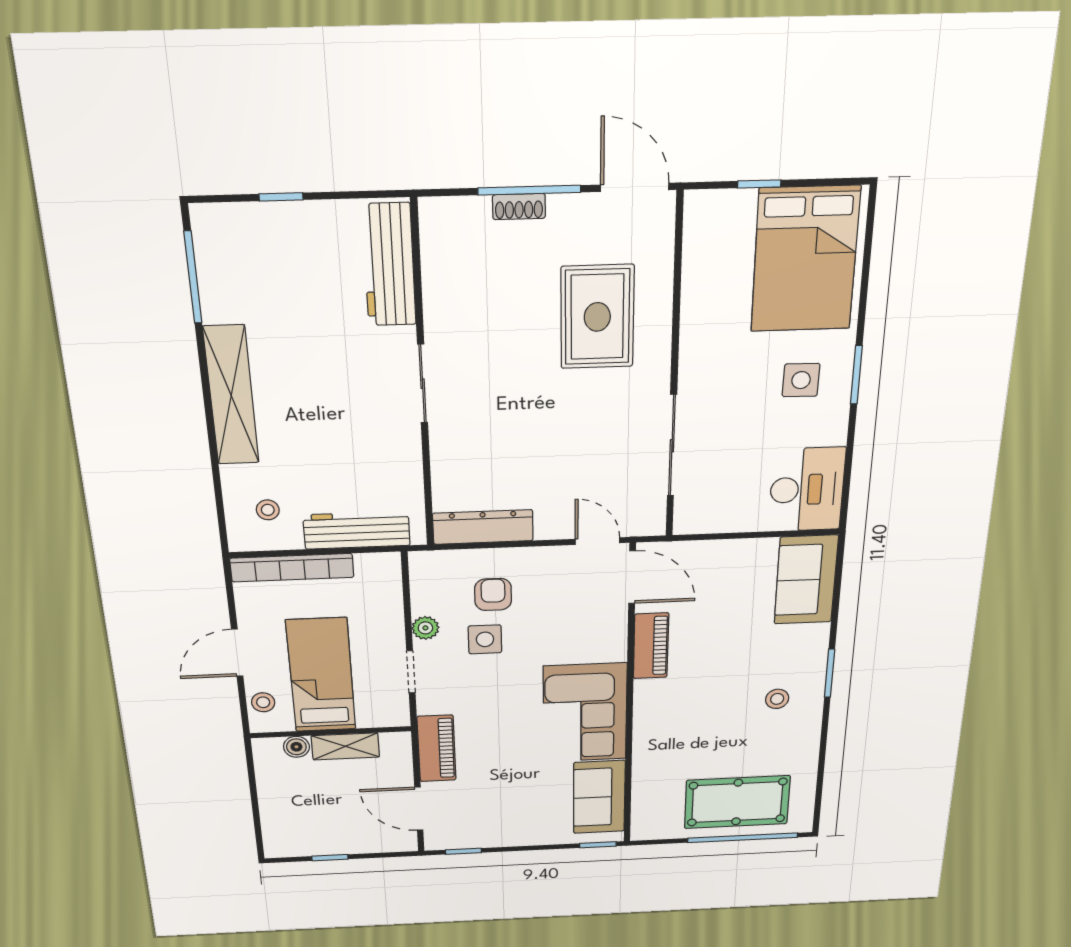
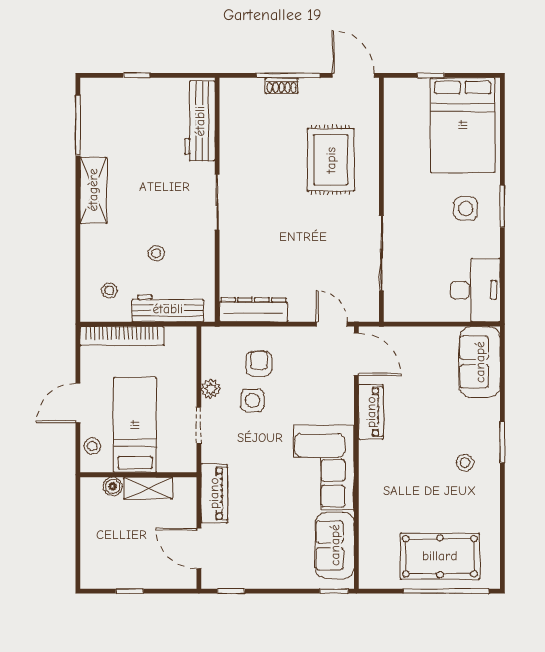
shelving: (231, 395) -> (93, 190), width x0.68
stool: (334, 458) -> (156, 253), added

